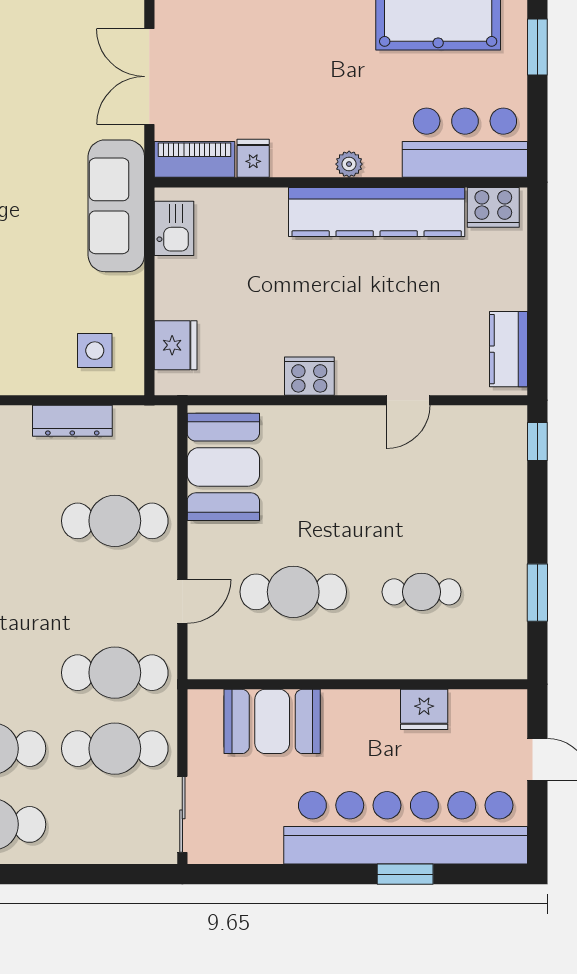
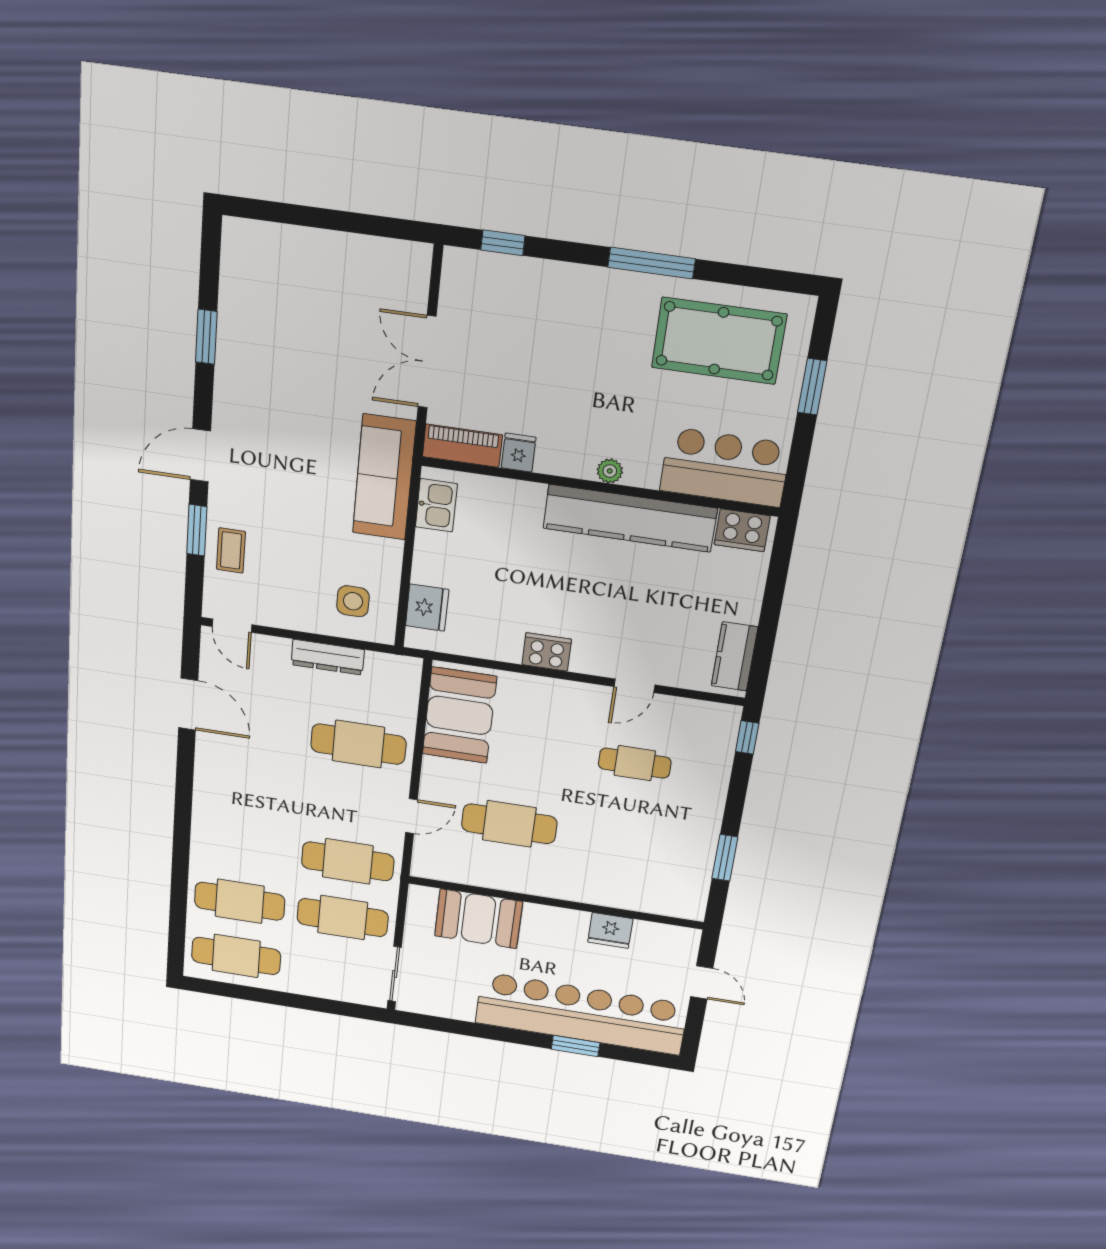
cafe table: (422, 592) -> (635, 763), moved

